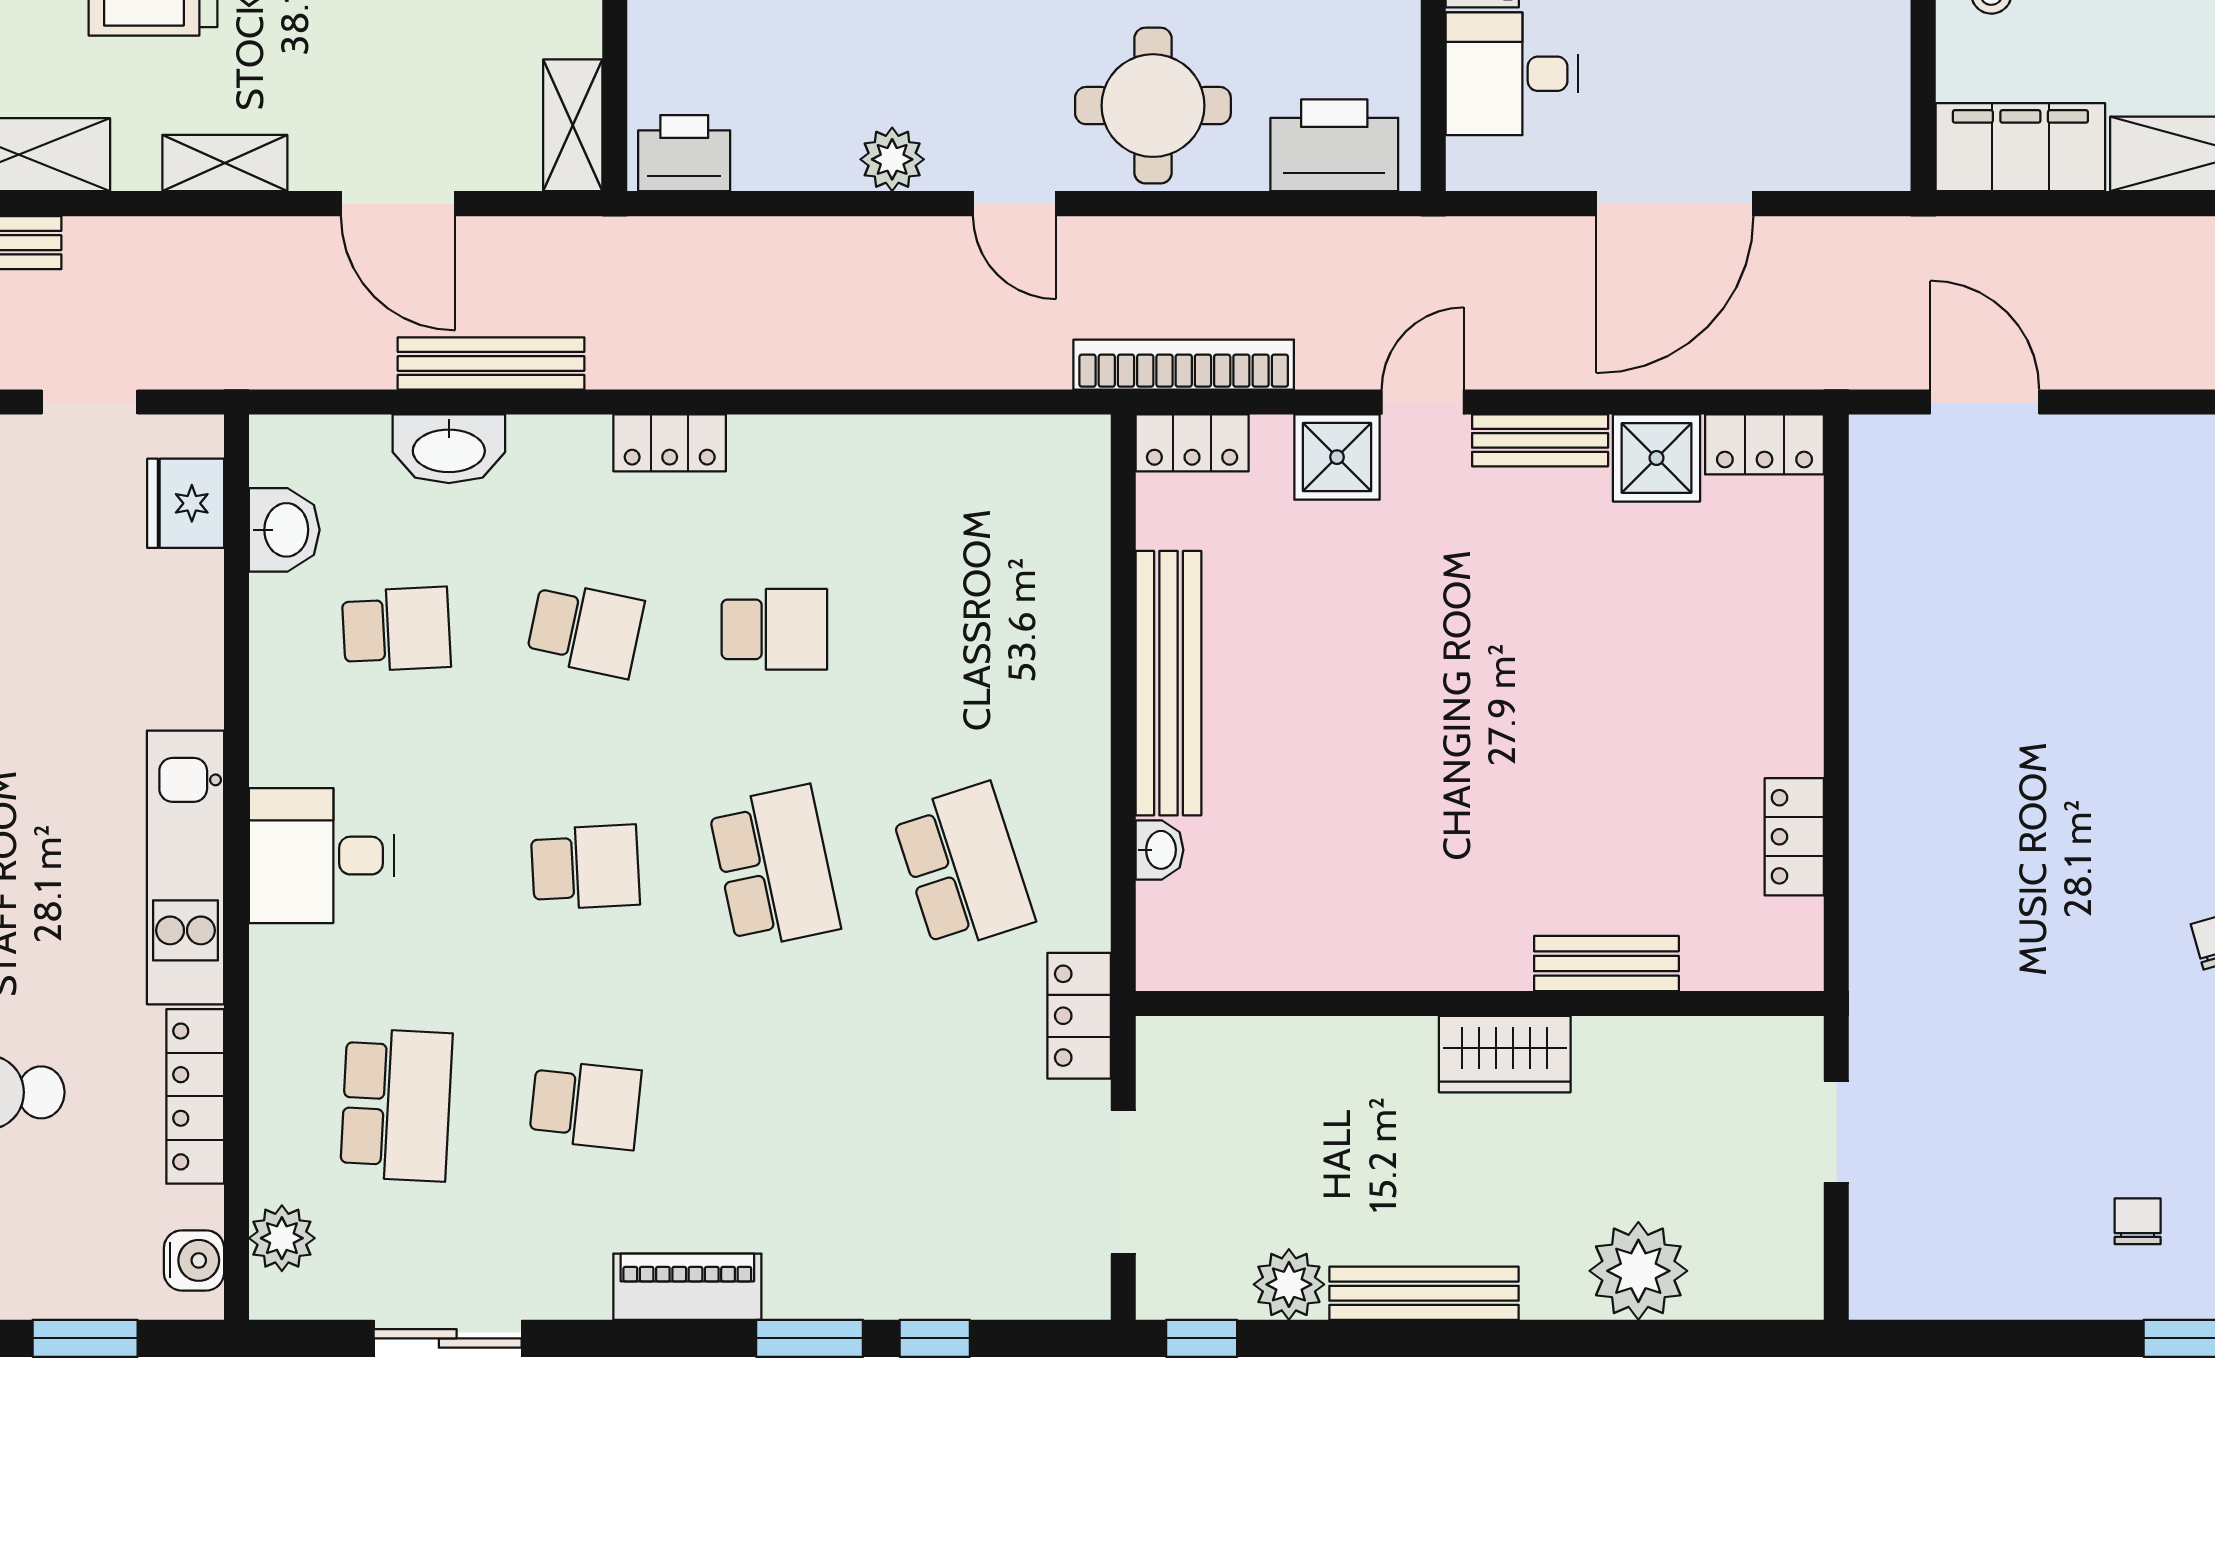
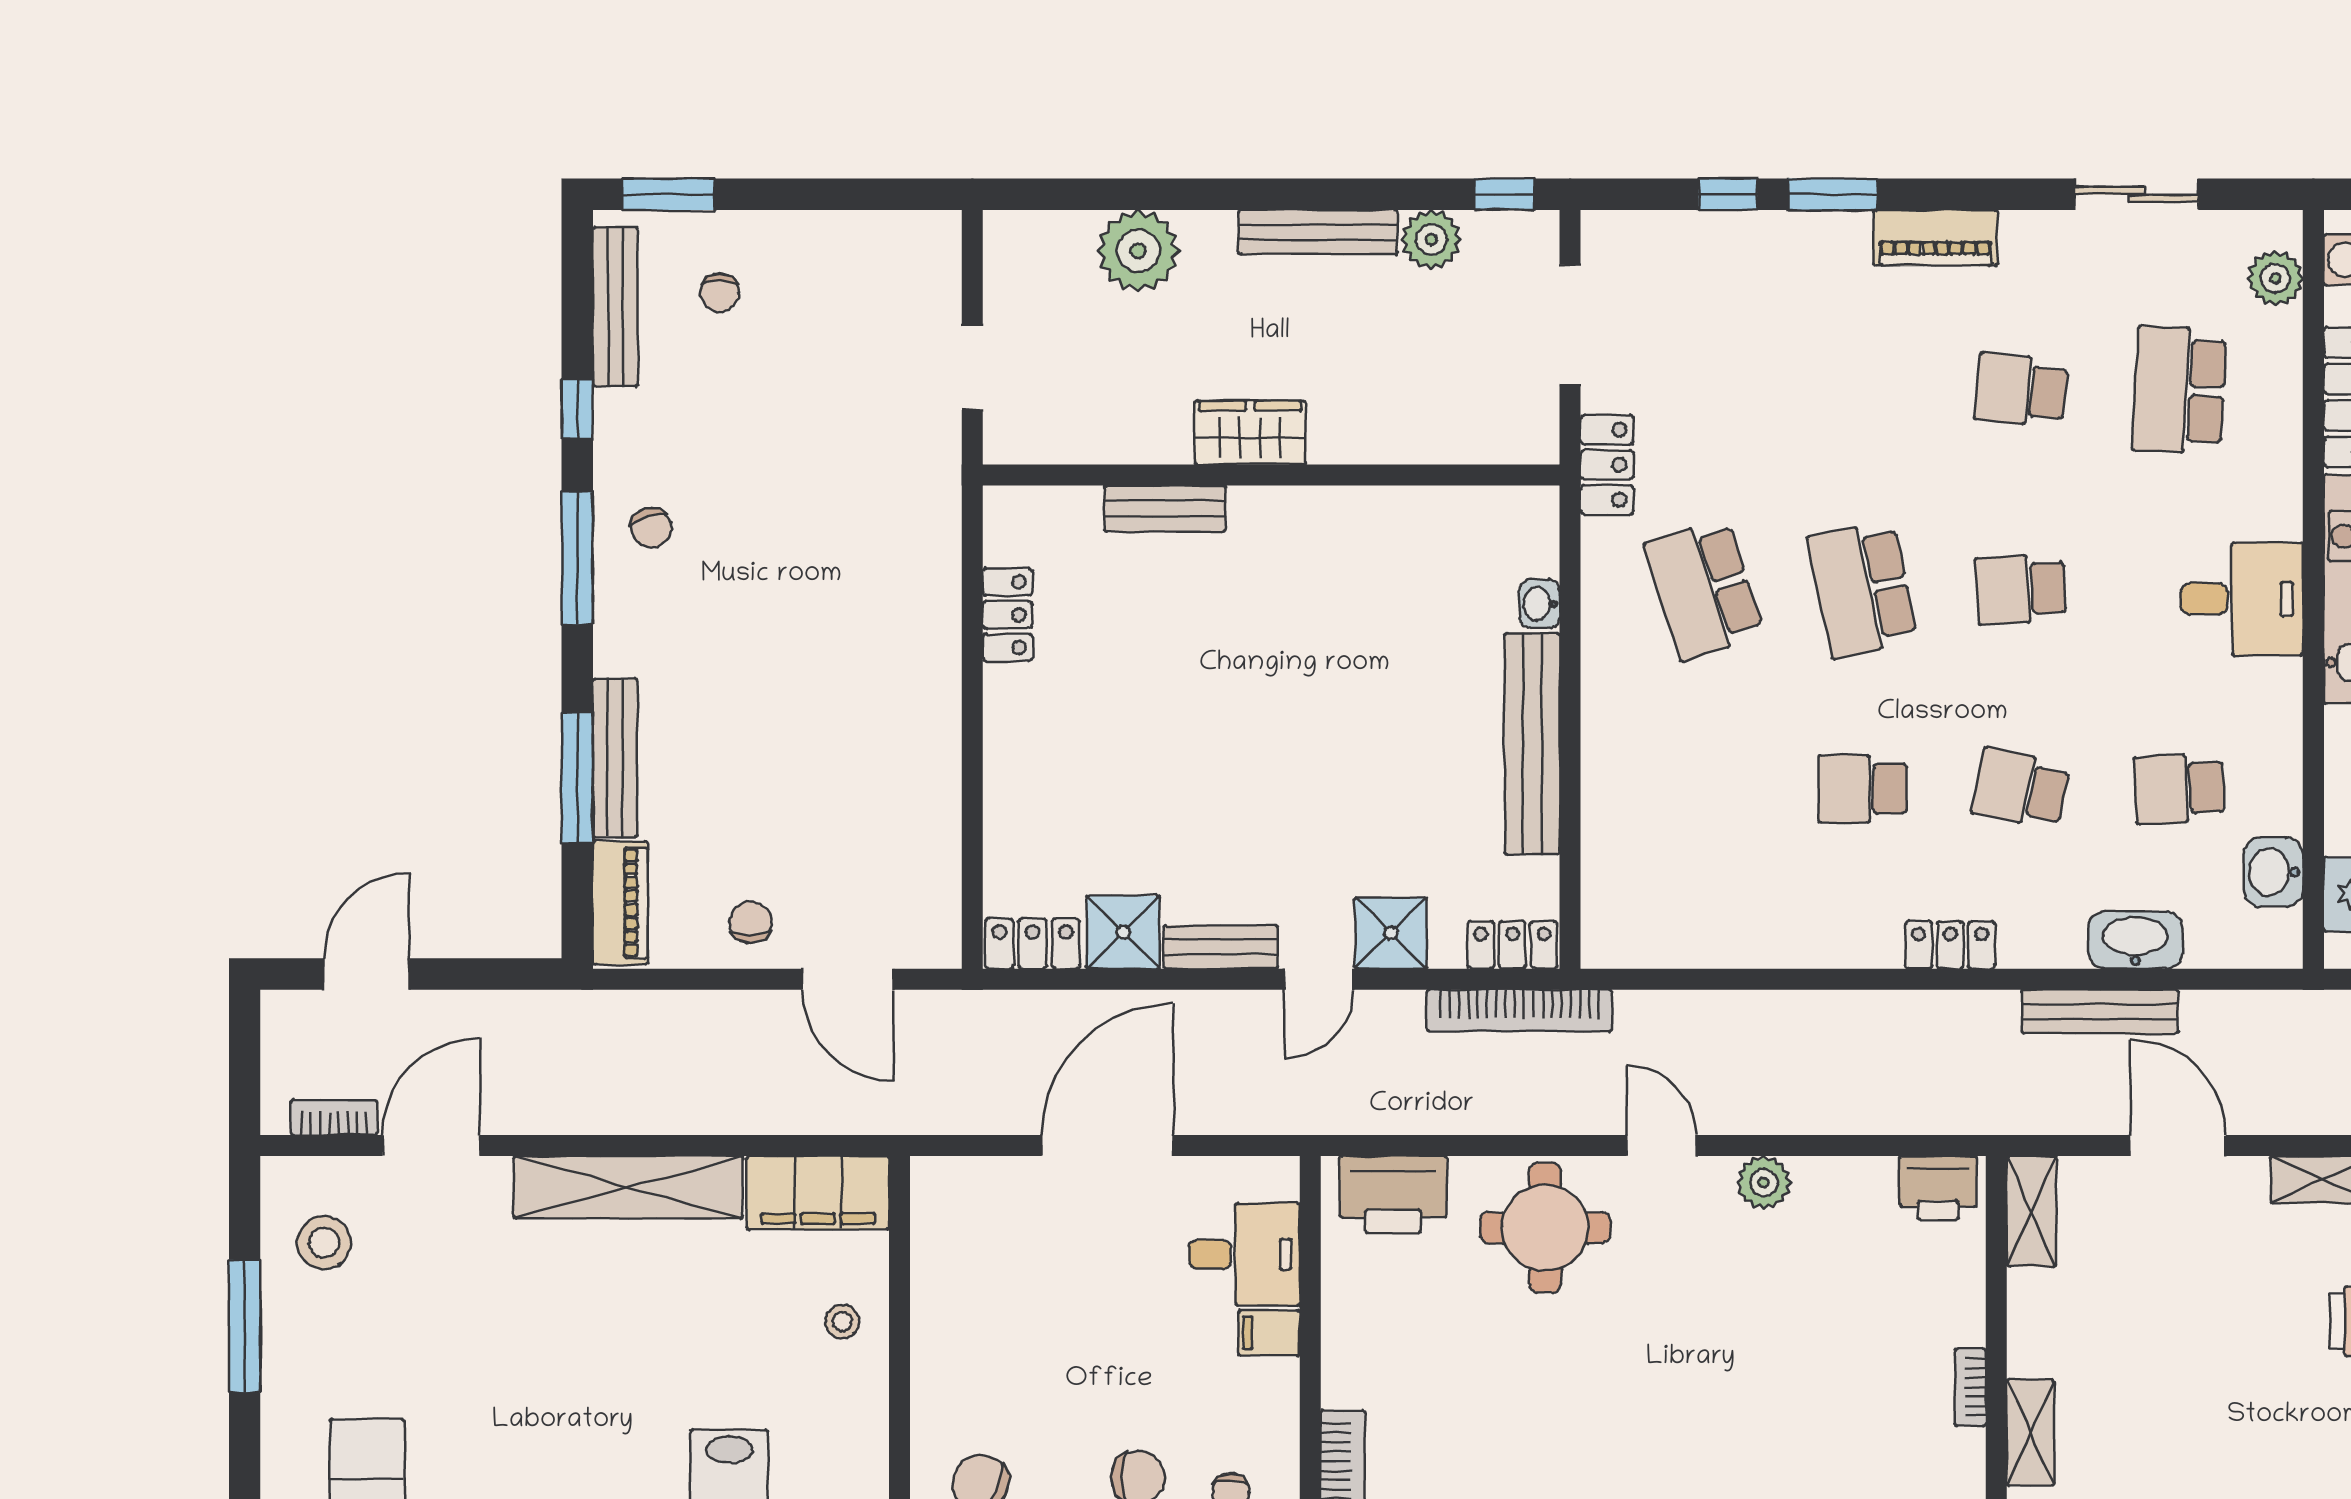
chair: (2101, 470) -> (751, 922), added

